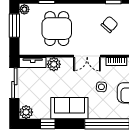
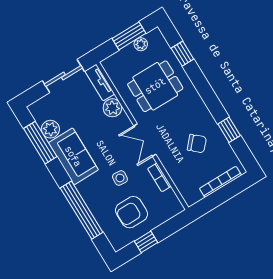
plant: (24, 9) -> (141, 44), moved
plant: (26, 112) -> (50, 129), moved
window: (48, 124) -> (40, 143), width x2.17

